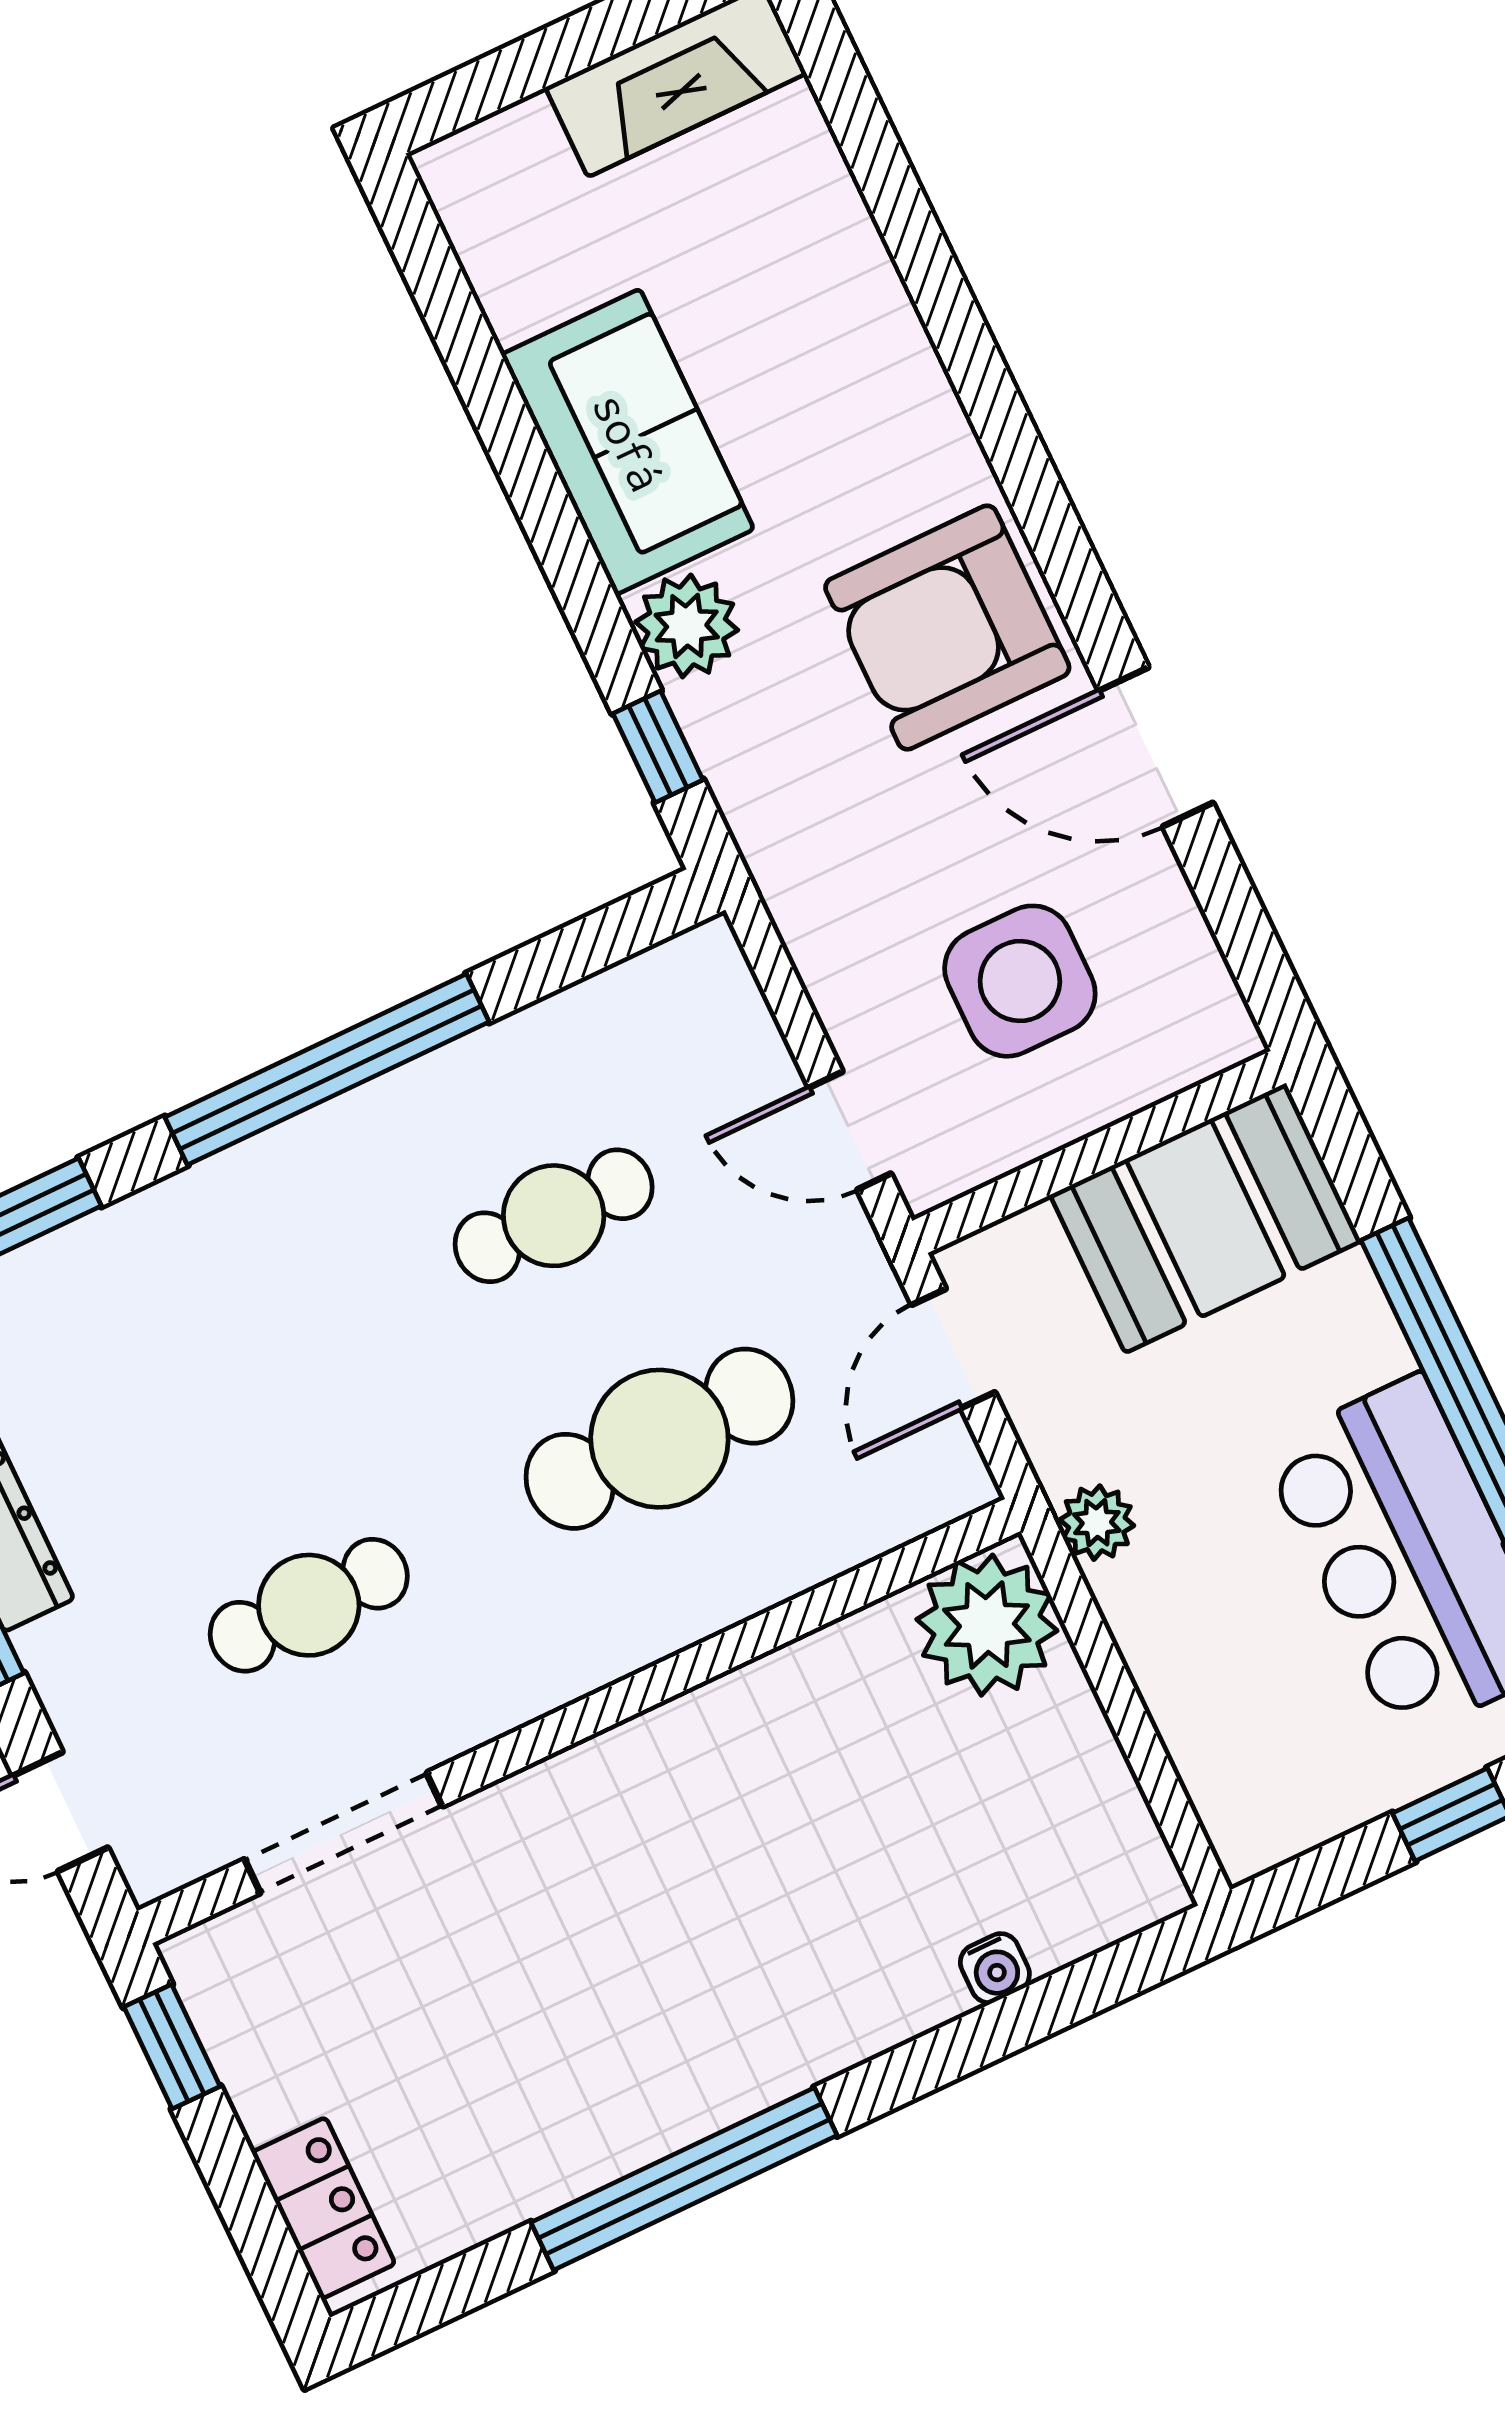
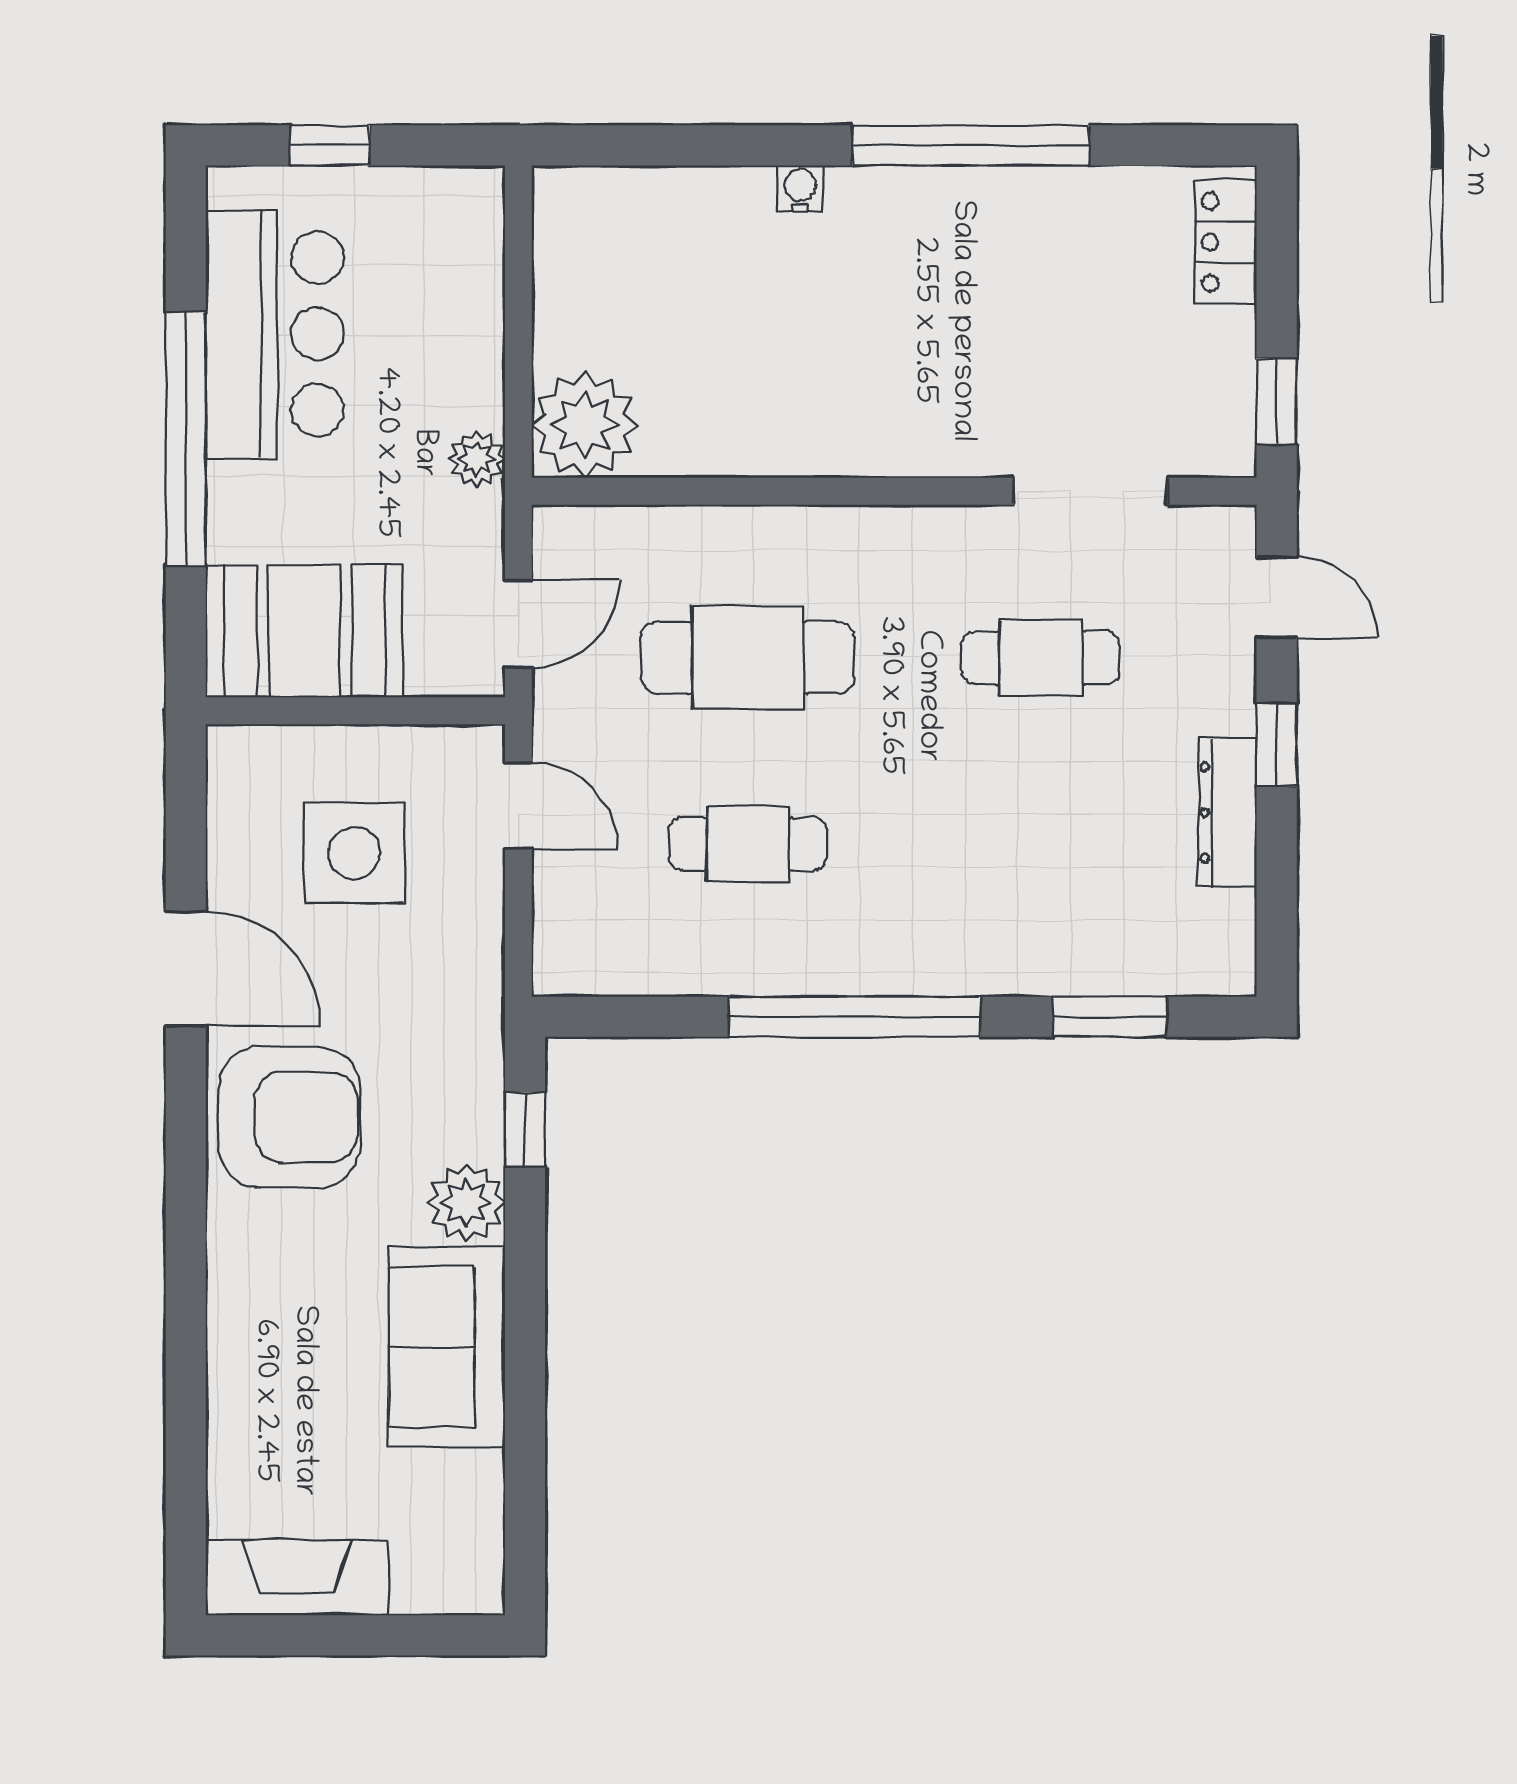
water cooler: (995, 1968) -> (800, 188), moved

